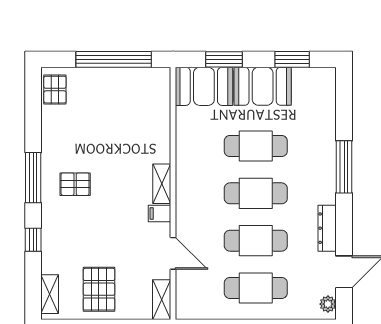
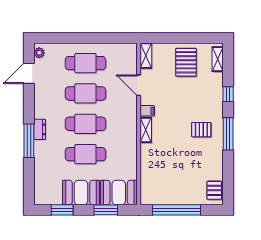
dresser: (327, 228) -> (40, 129), moved, width x0.70

